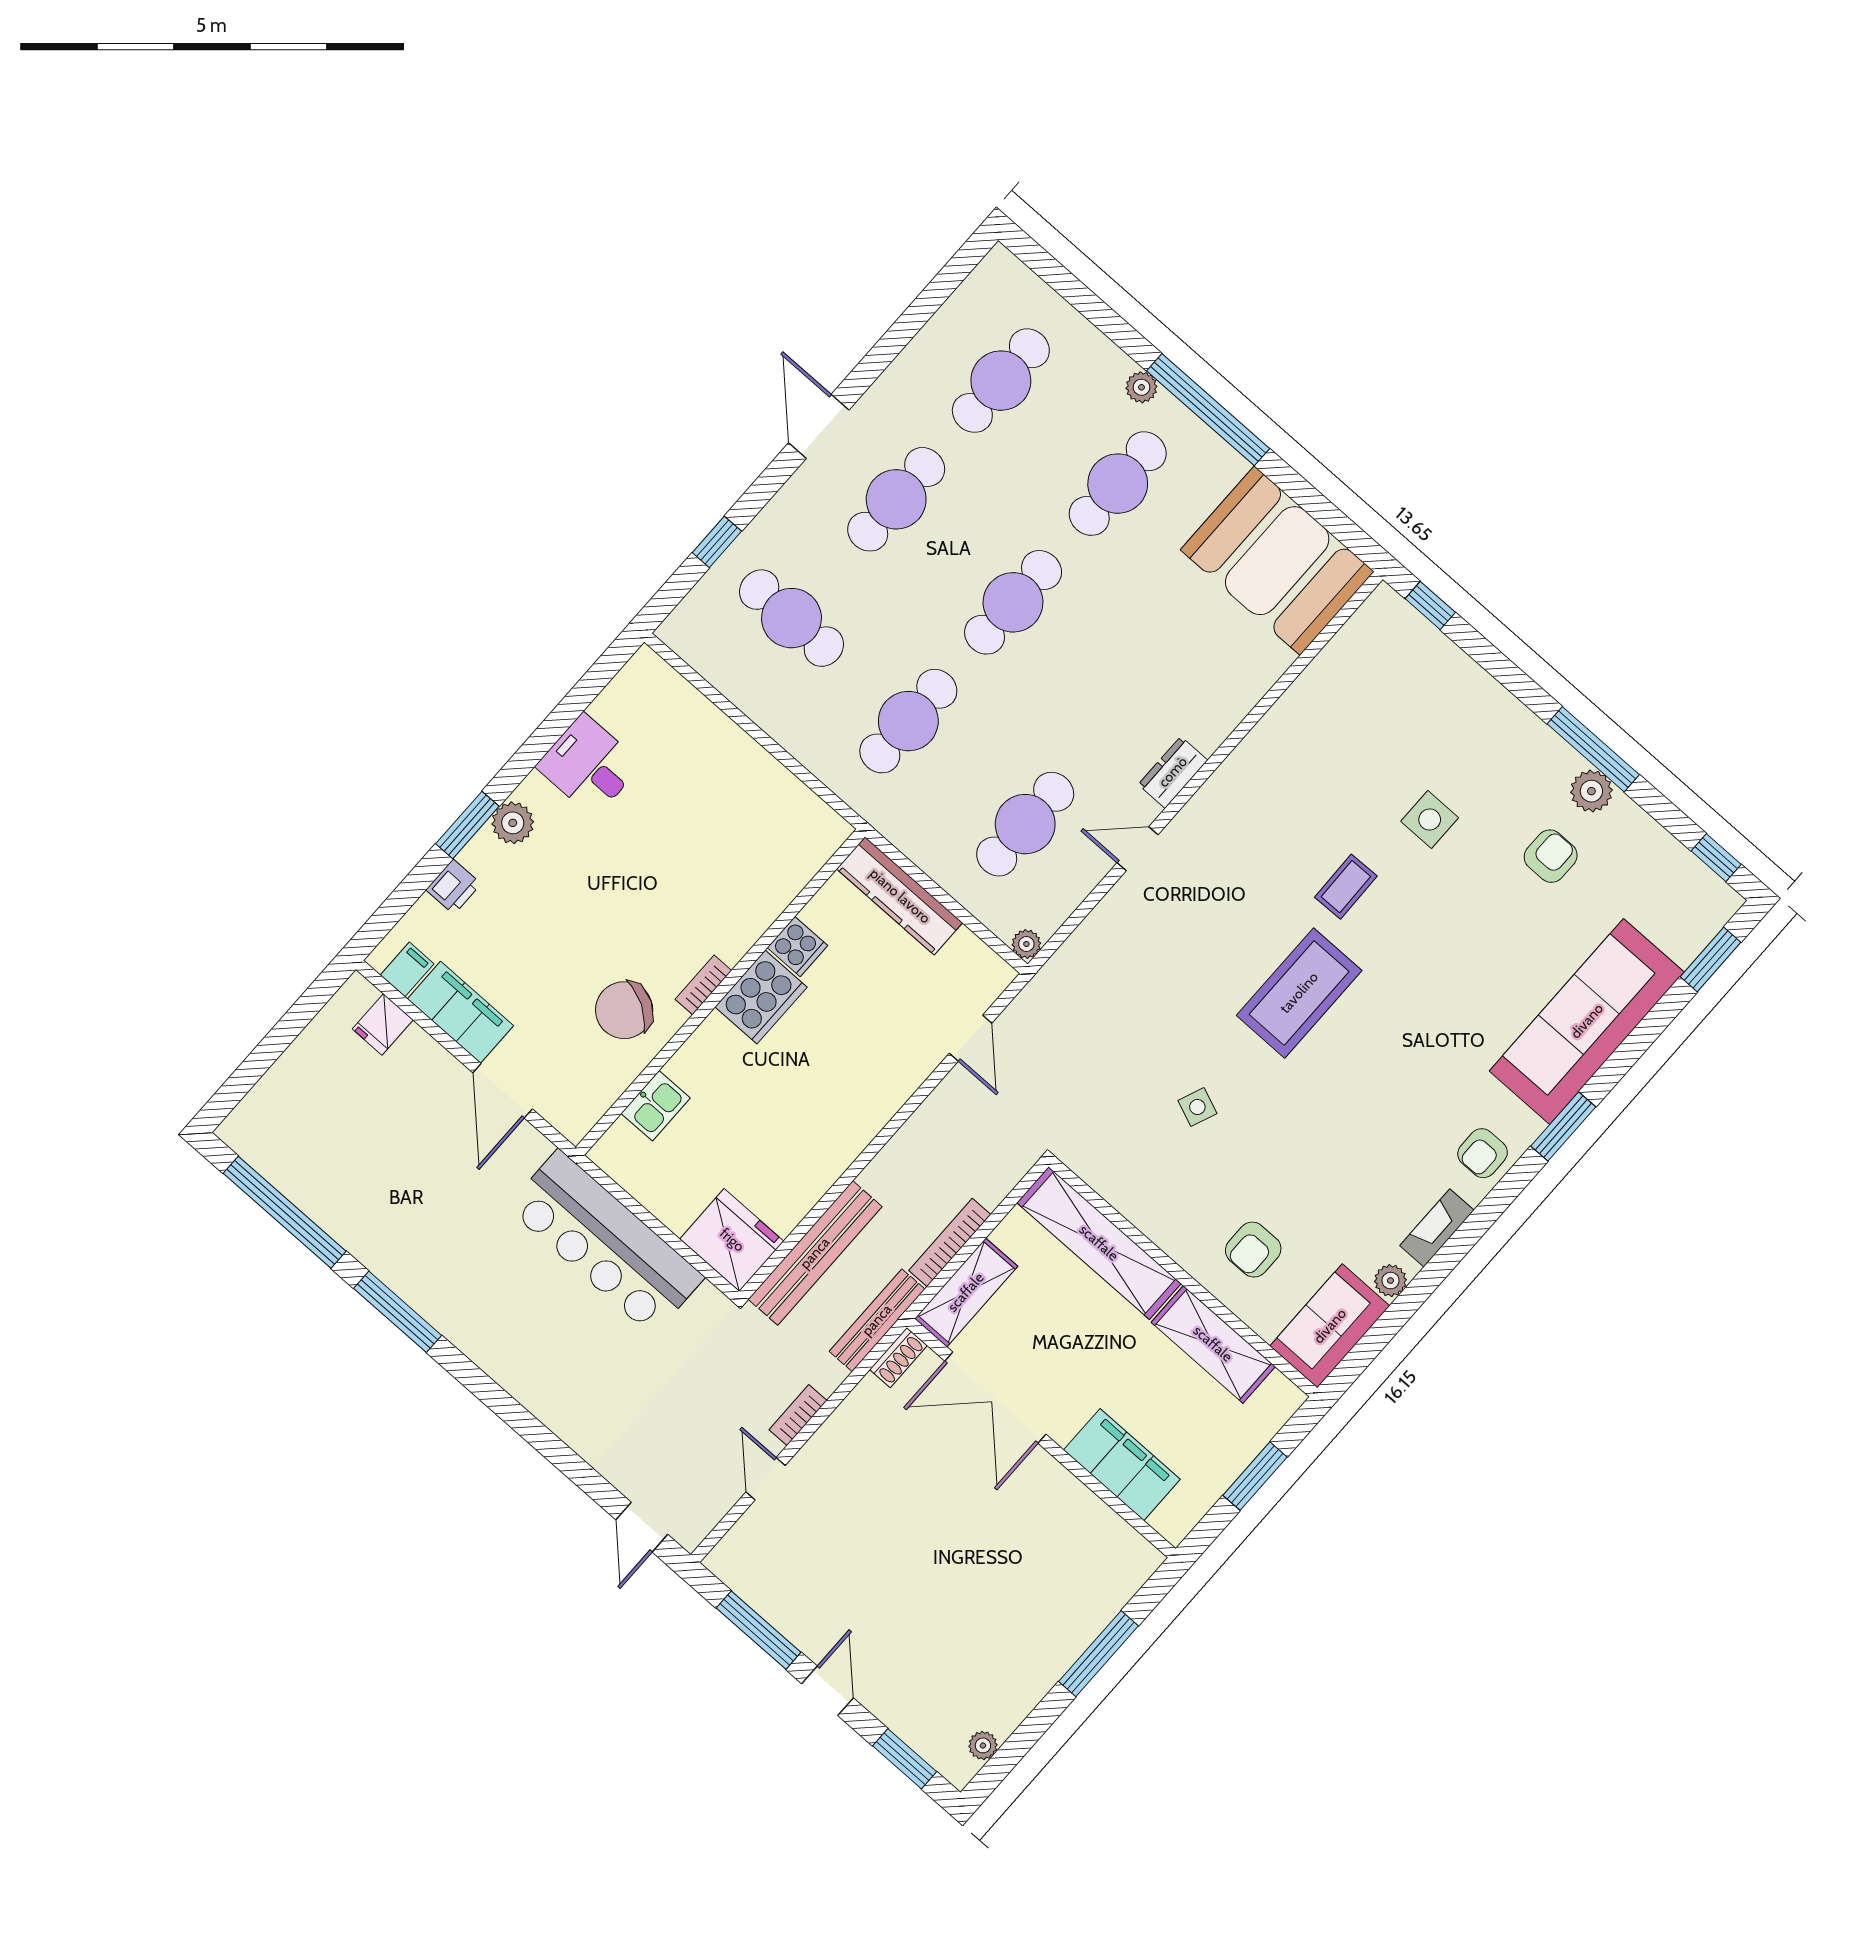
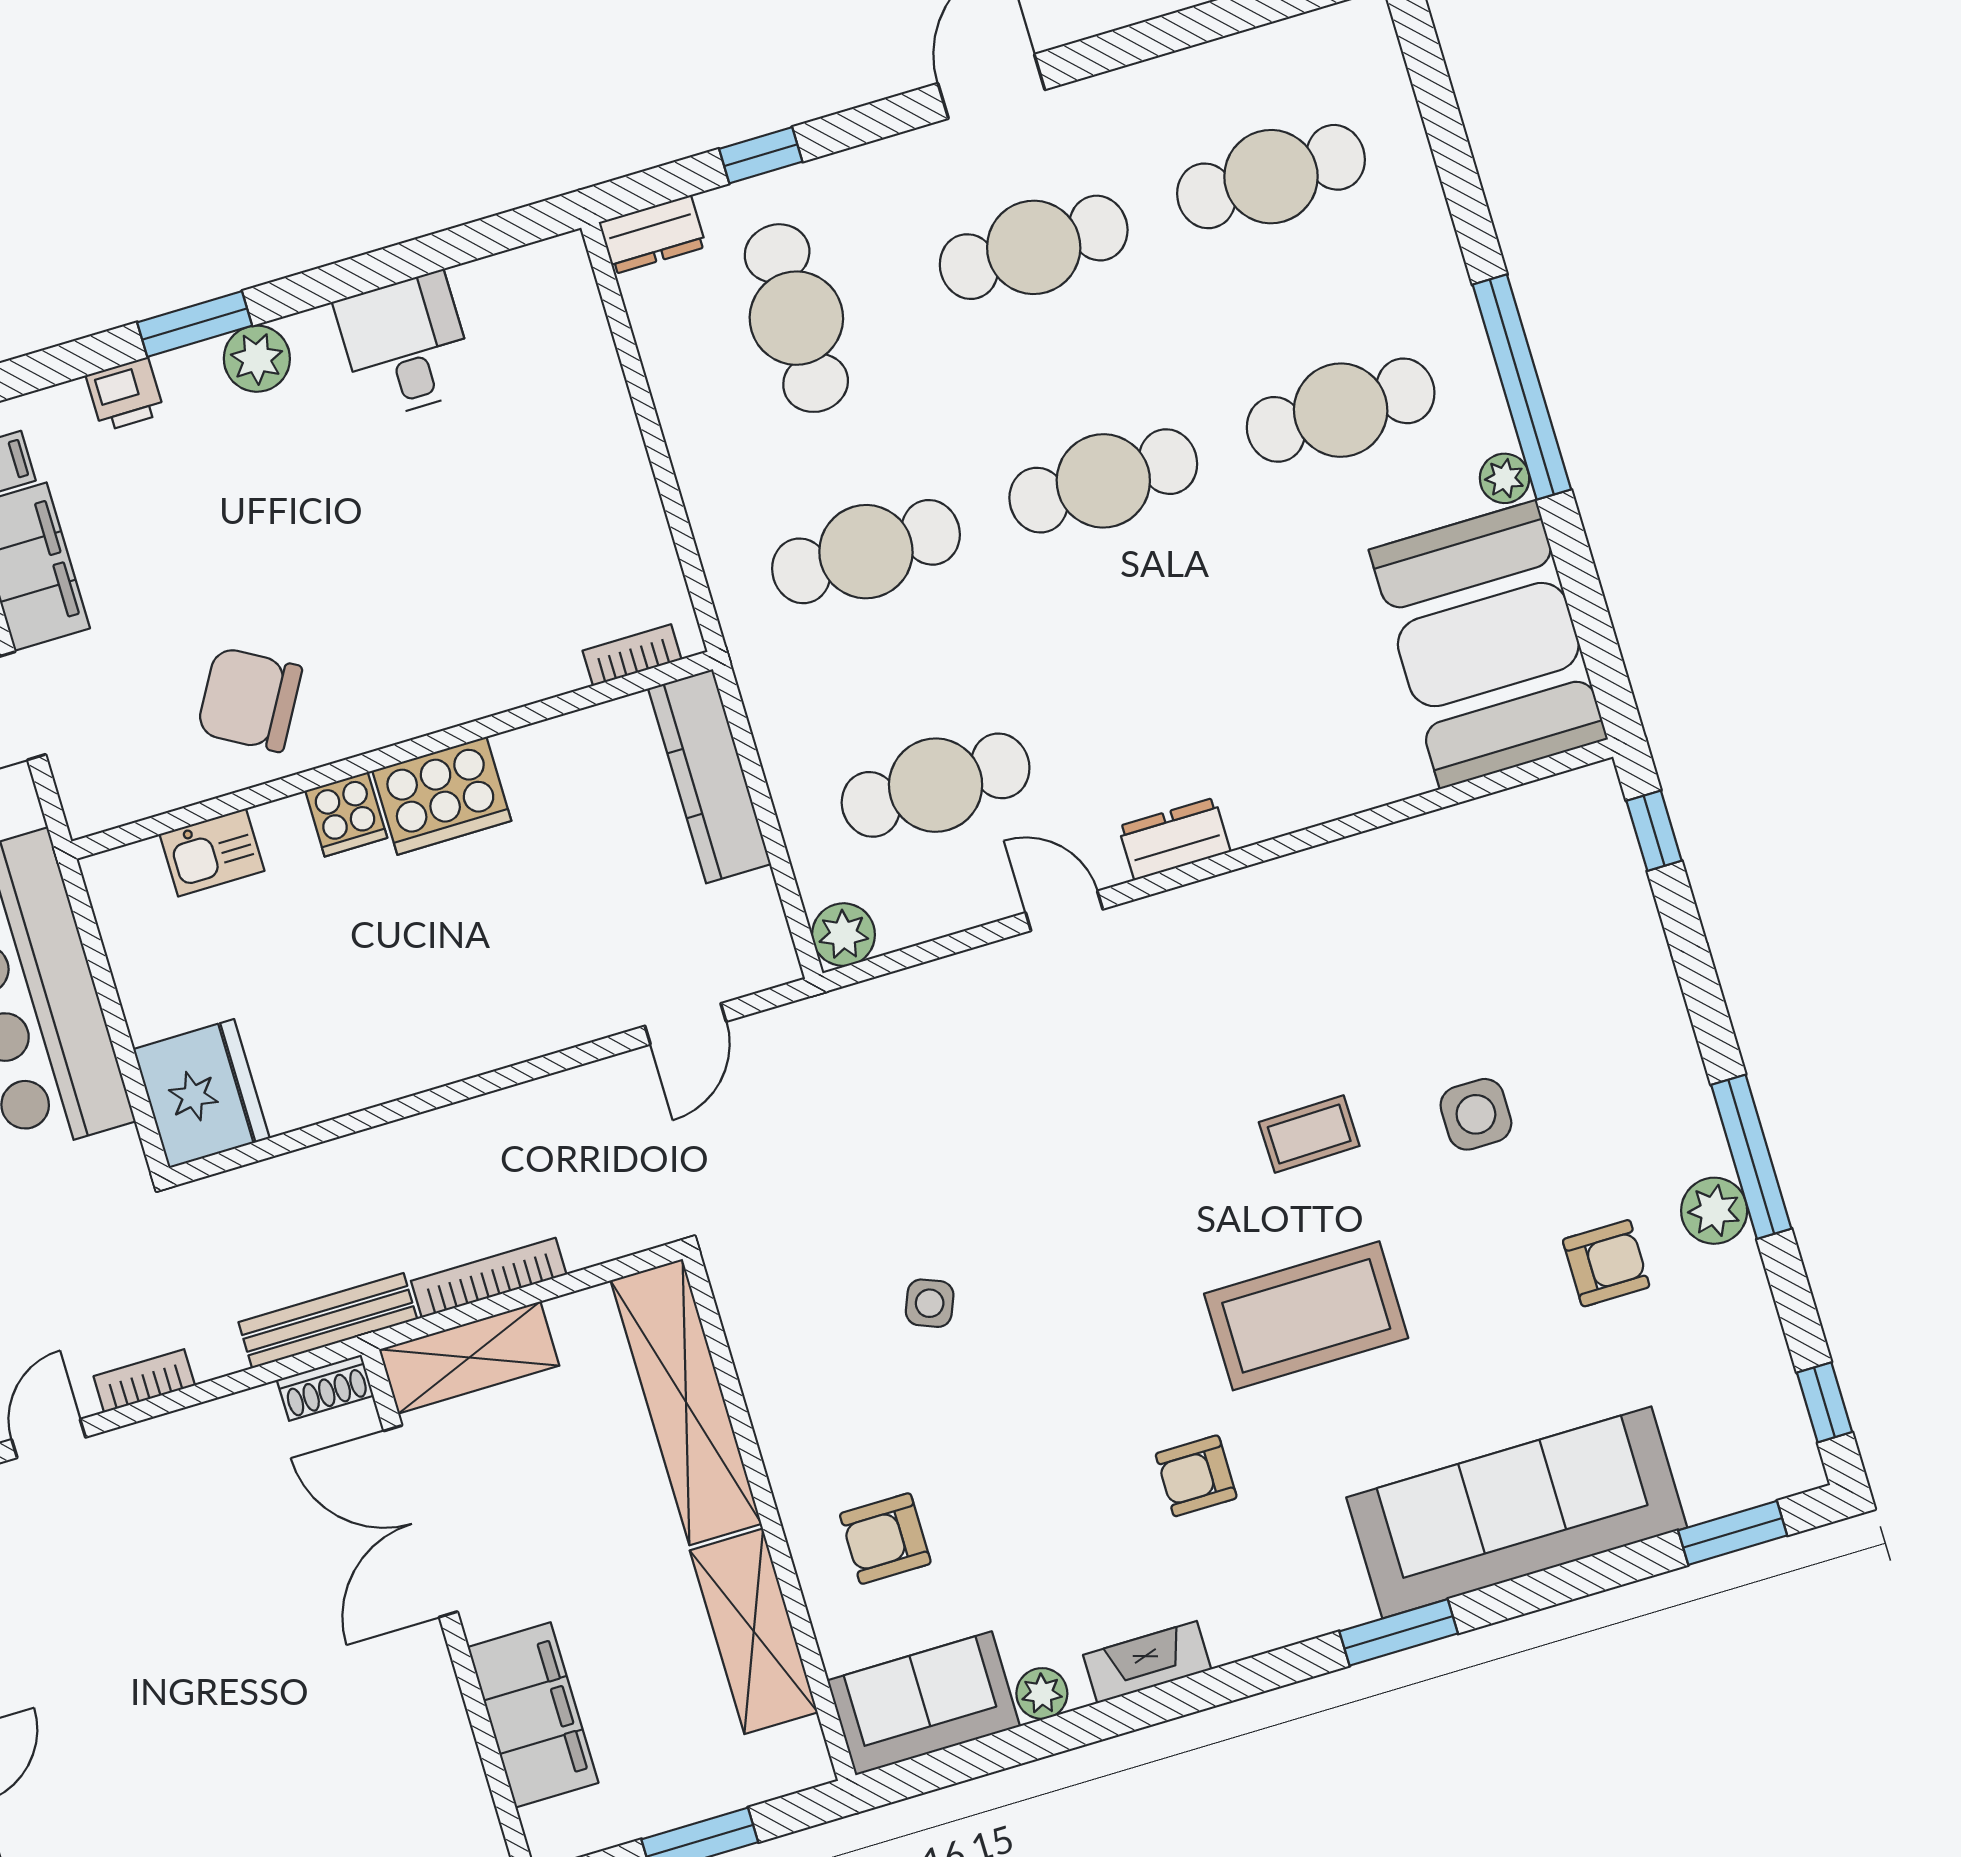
plant: (1141, 387) -> (1505, 478), moved
dresser: (685, 622) -> (652, 235), added
plant: (1026, 944) -> (844, 935), width x1.38, depth x1.38
cooker: (798, 947) -> (346, 814), moved
bookcase: (703, 985) -> (632, 655), moved
coffee table: (1299, 993) -> (1306, 1316), moved
armchair: (1483, 1153) -> (1196, 1476), moved
bench: (815, 1253) -> (301, 1180), removed

